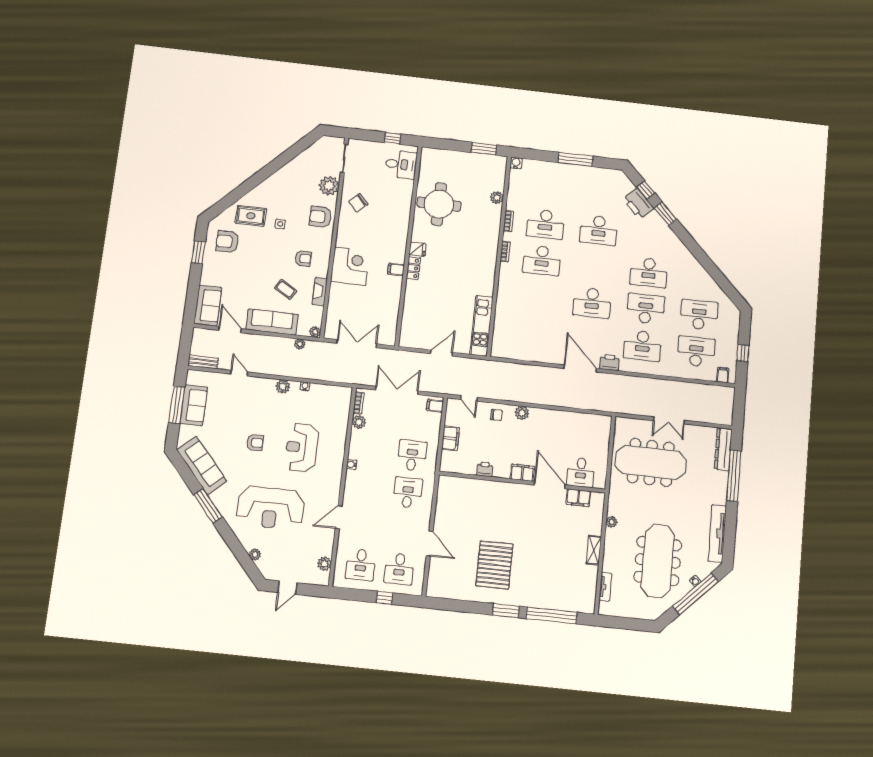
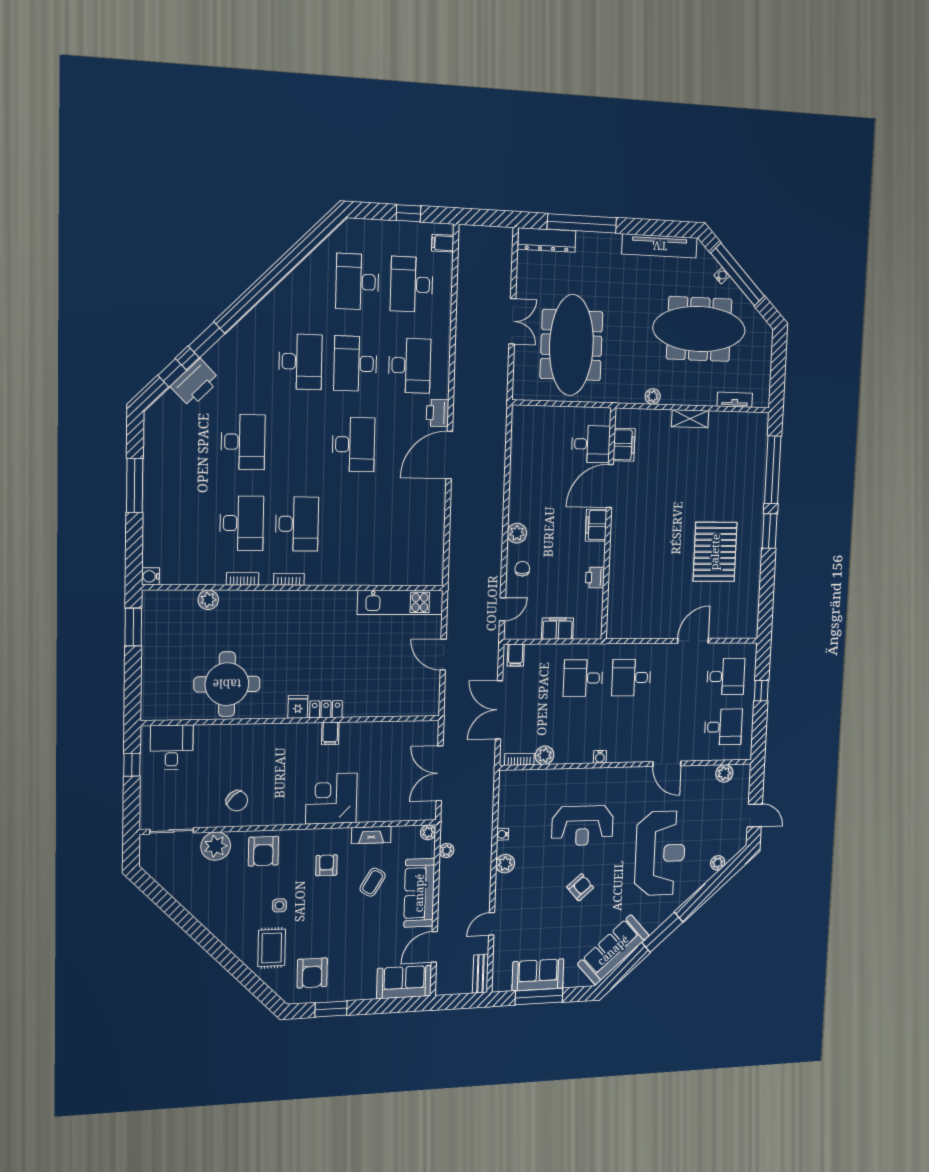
armchair: (255, 443) -> (580, 887), turned 49
pallet: (494, 565) -> (715, 552), turned 90

